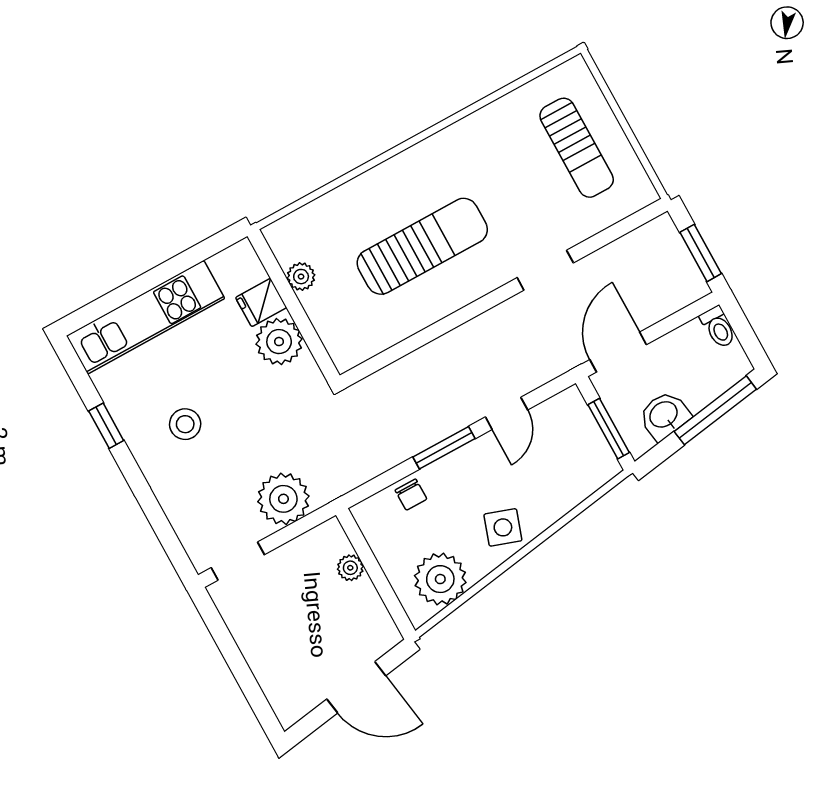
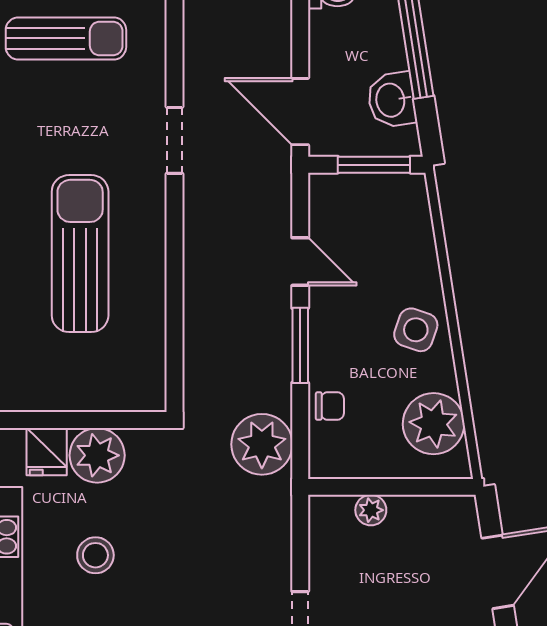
plant: (301, 277) -> (43, 396), removed
stool: (185, 424) -> (95, 555), moved
plant: (283, 499) -> (262, 444), moved

